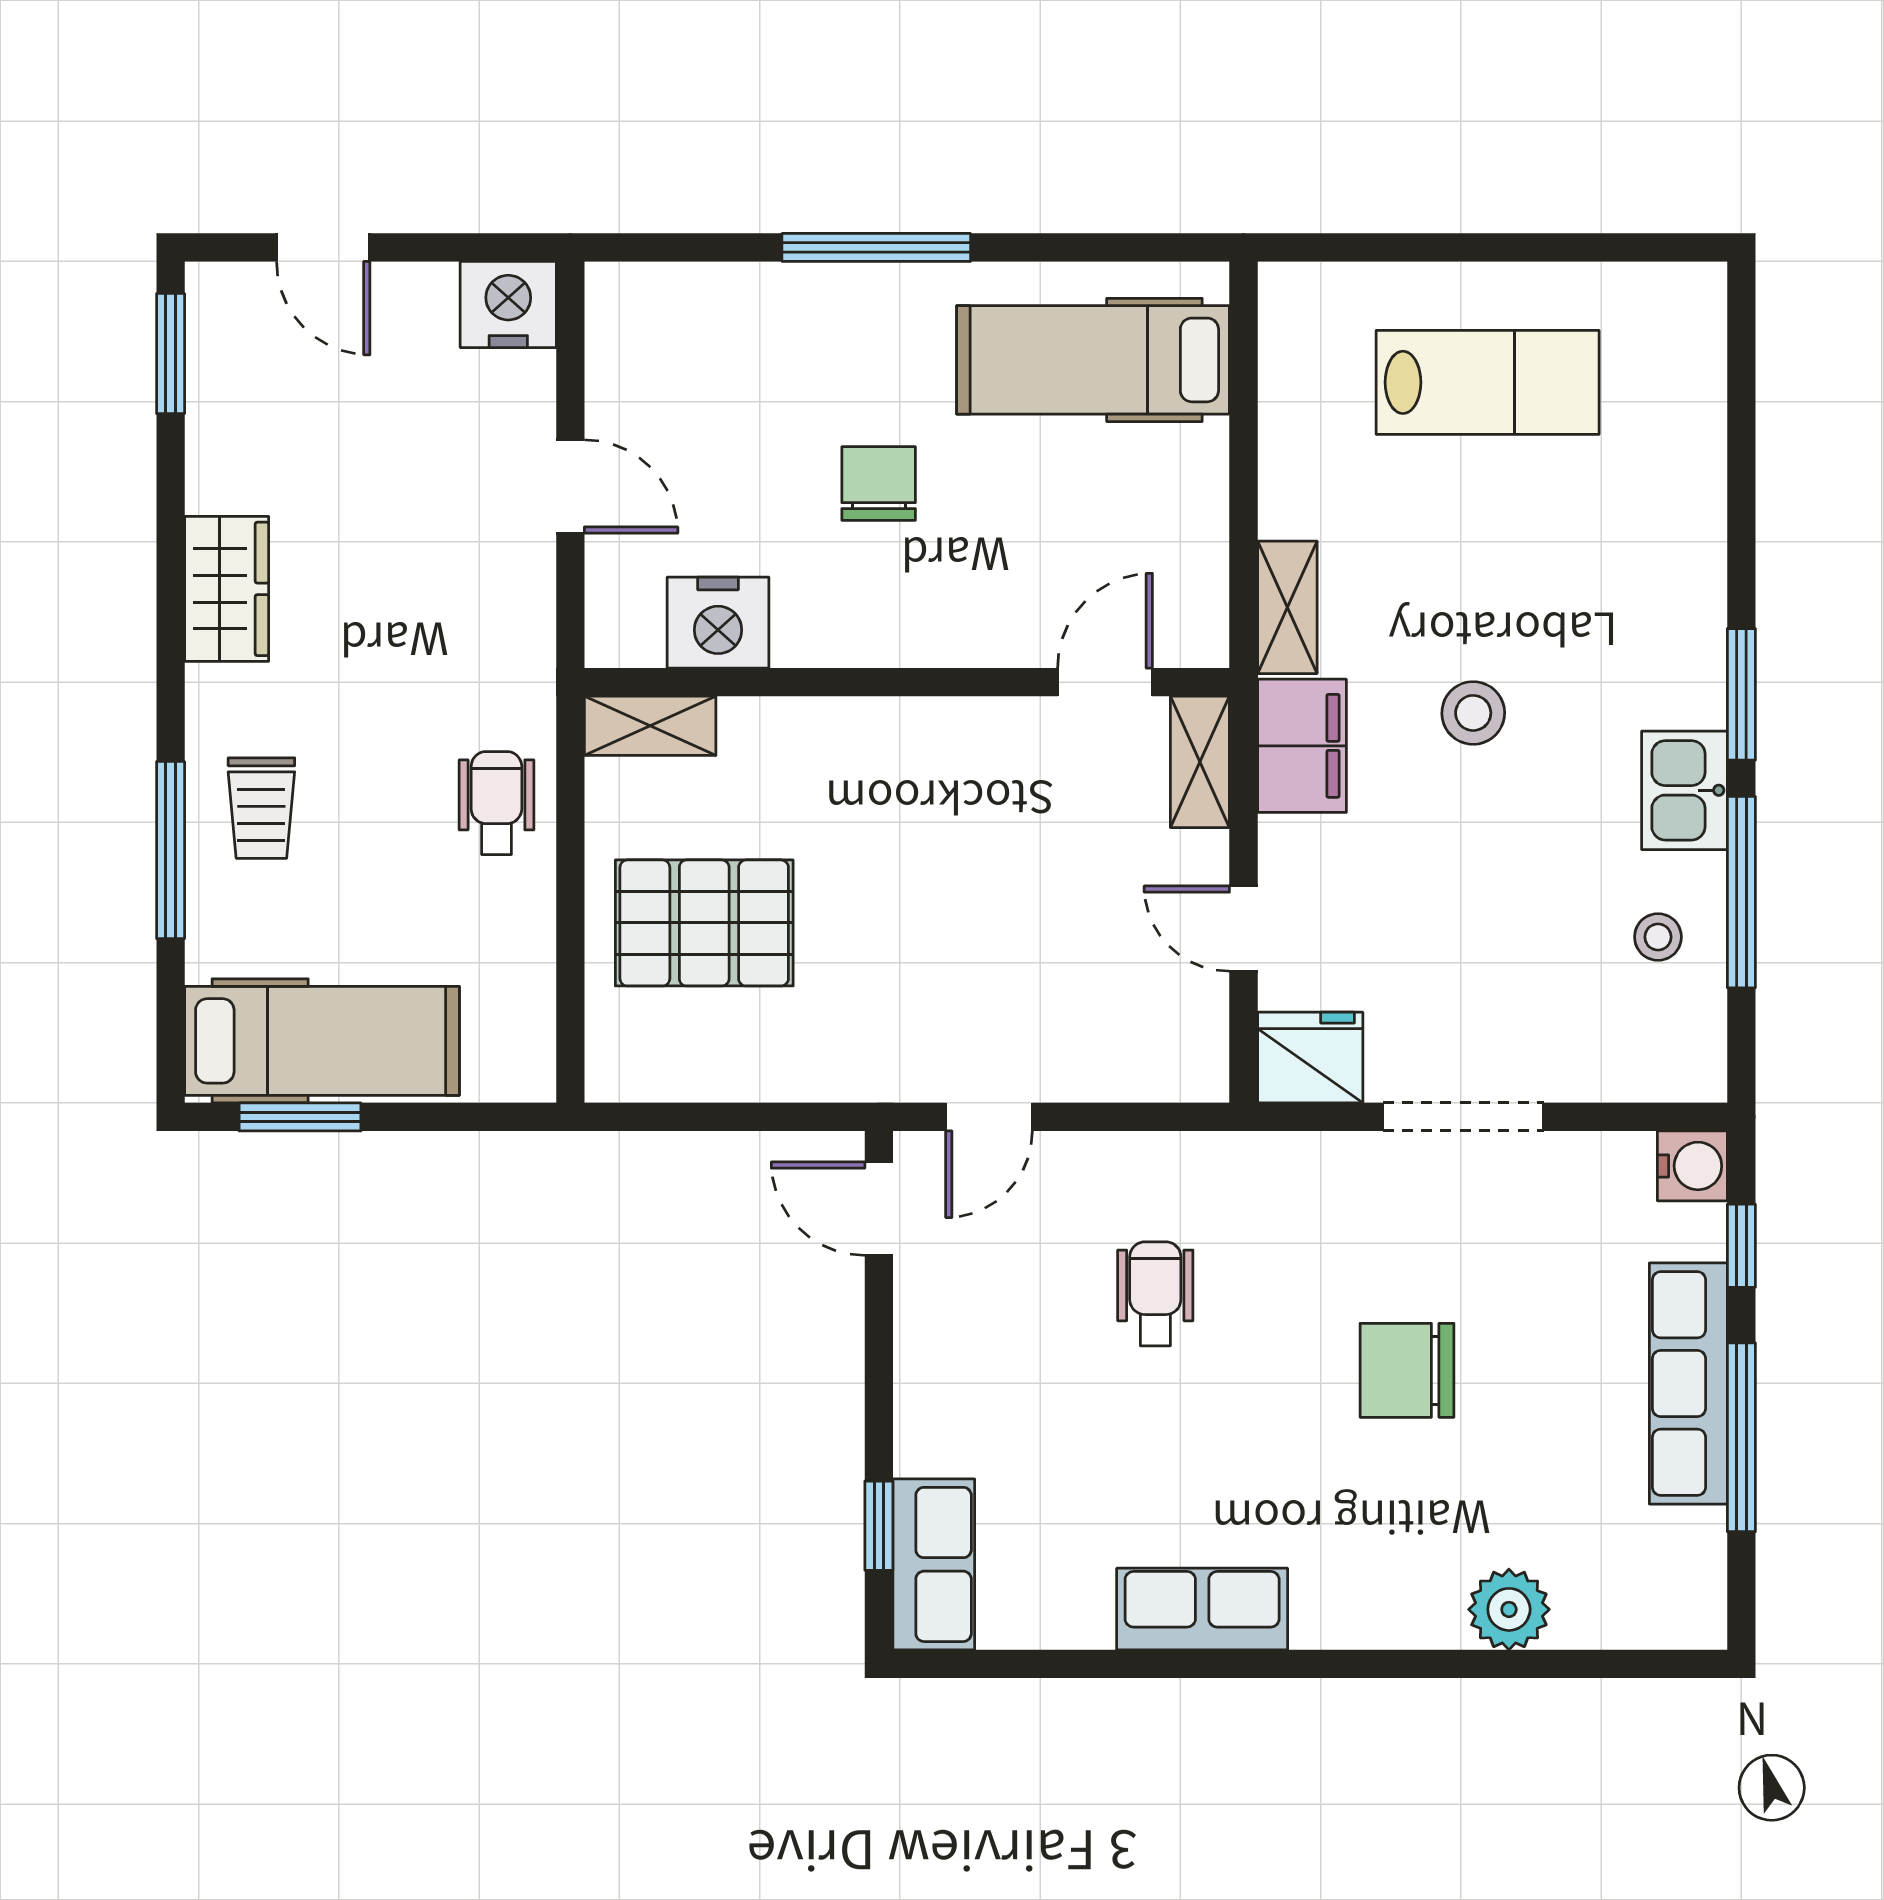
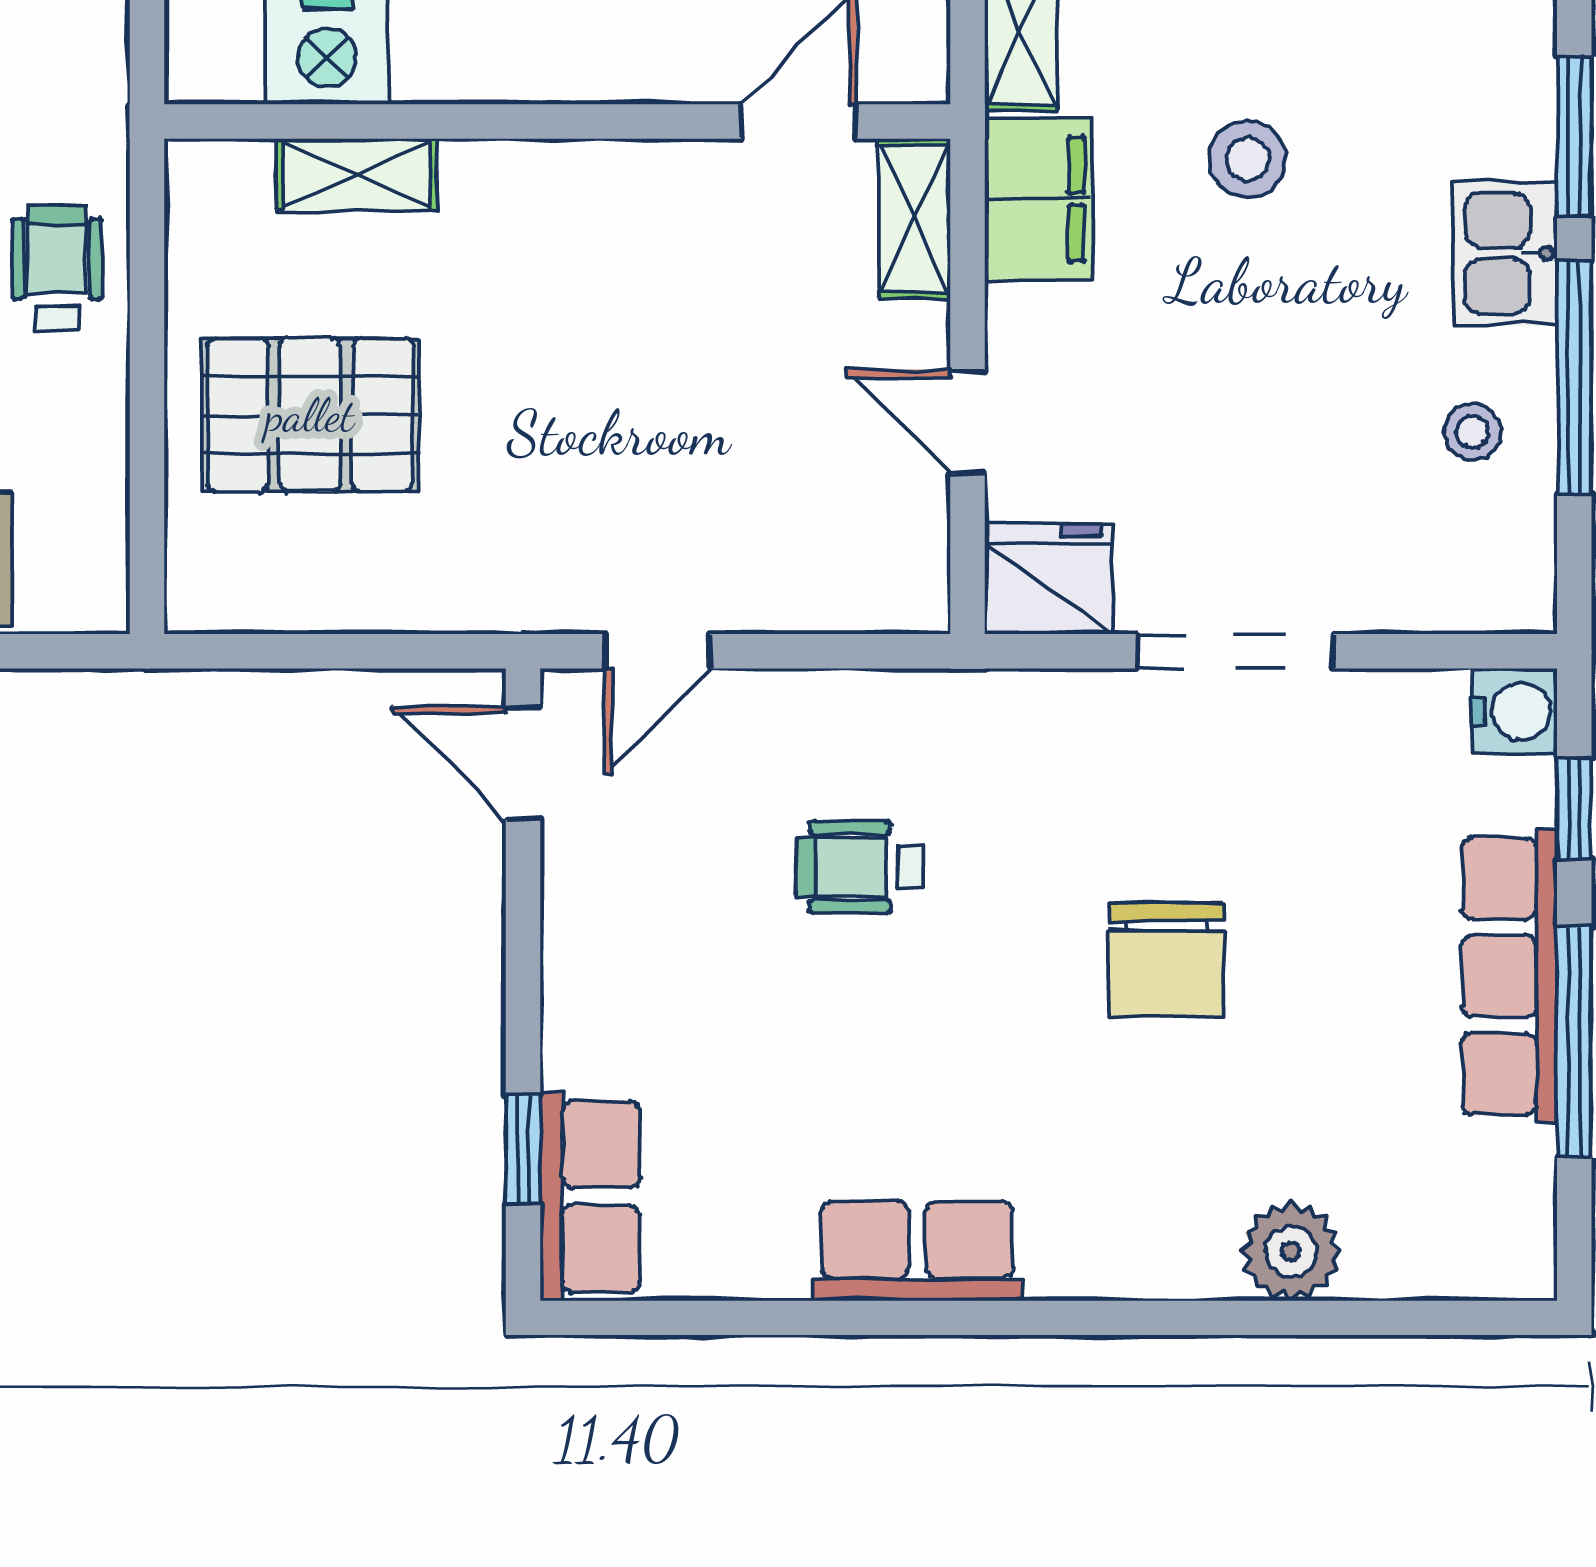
shelving: (650, 726) -> (357, 175), moved
wheelchair: (1155, 1294) -> (860, 867), turned -90
chair: (1407, 1370) -> (1167, 960), turned -90

